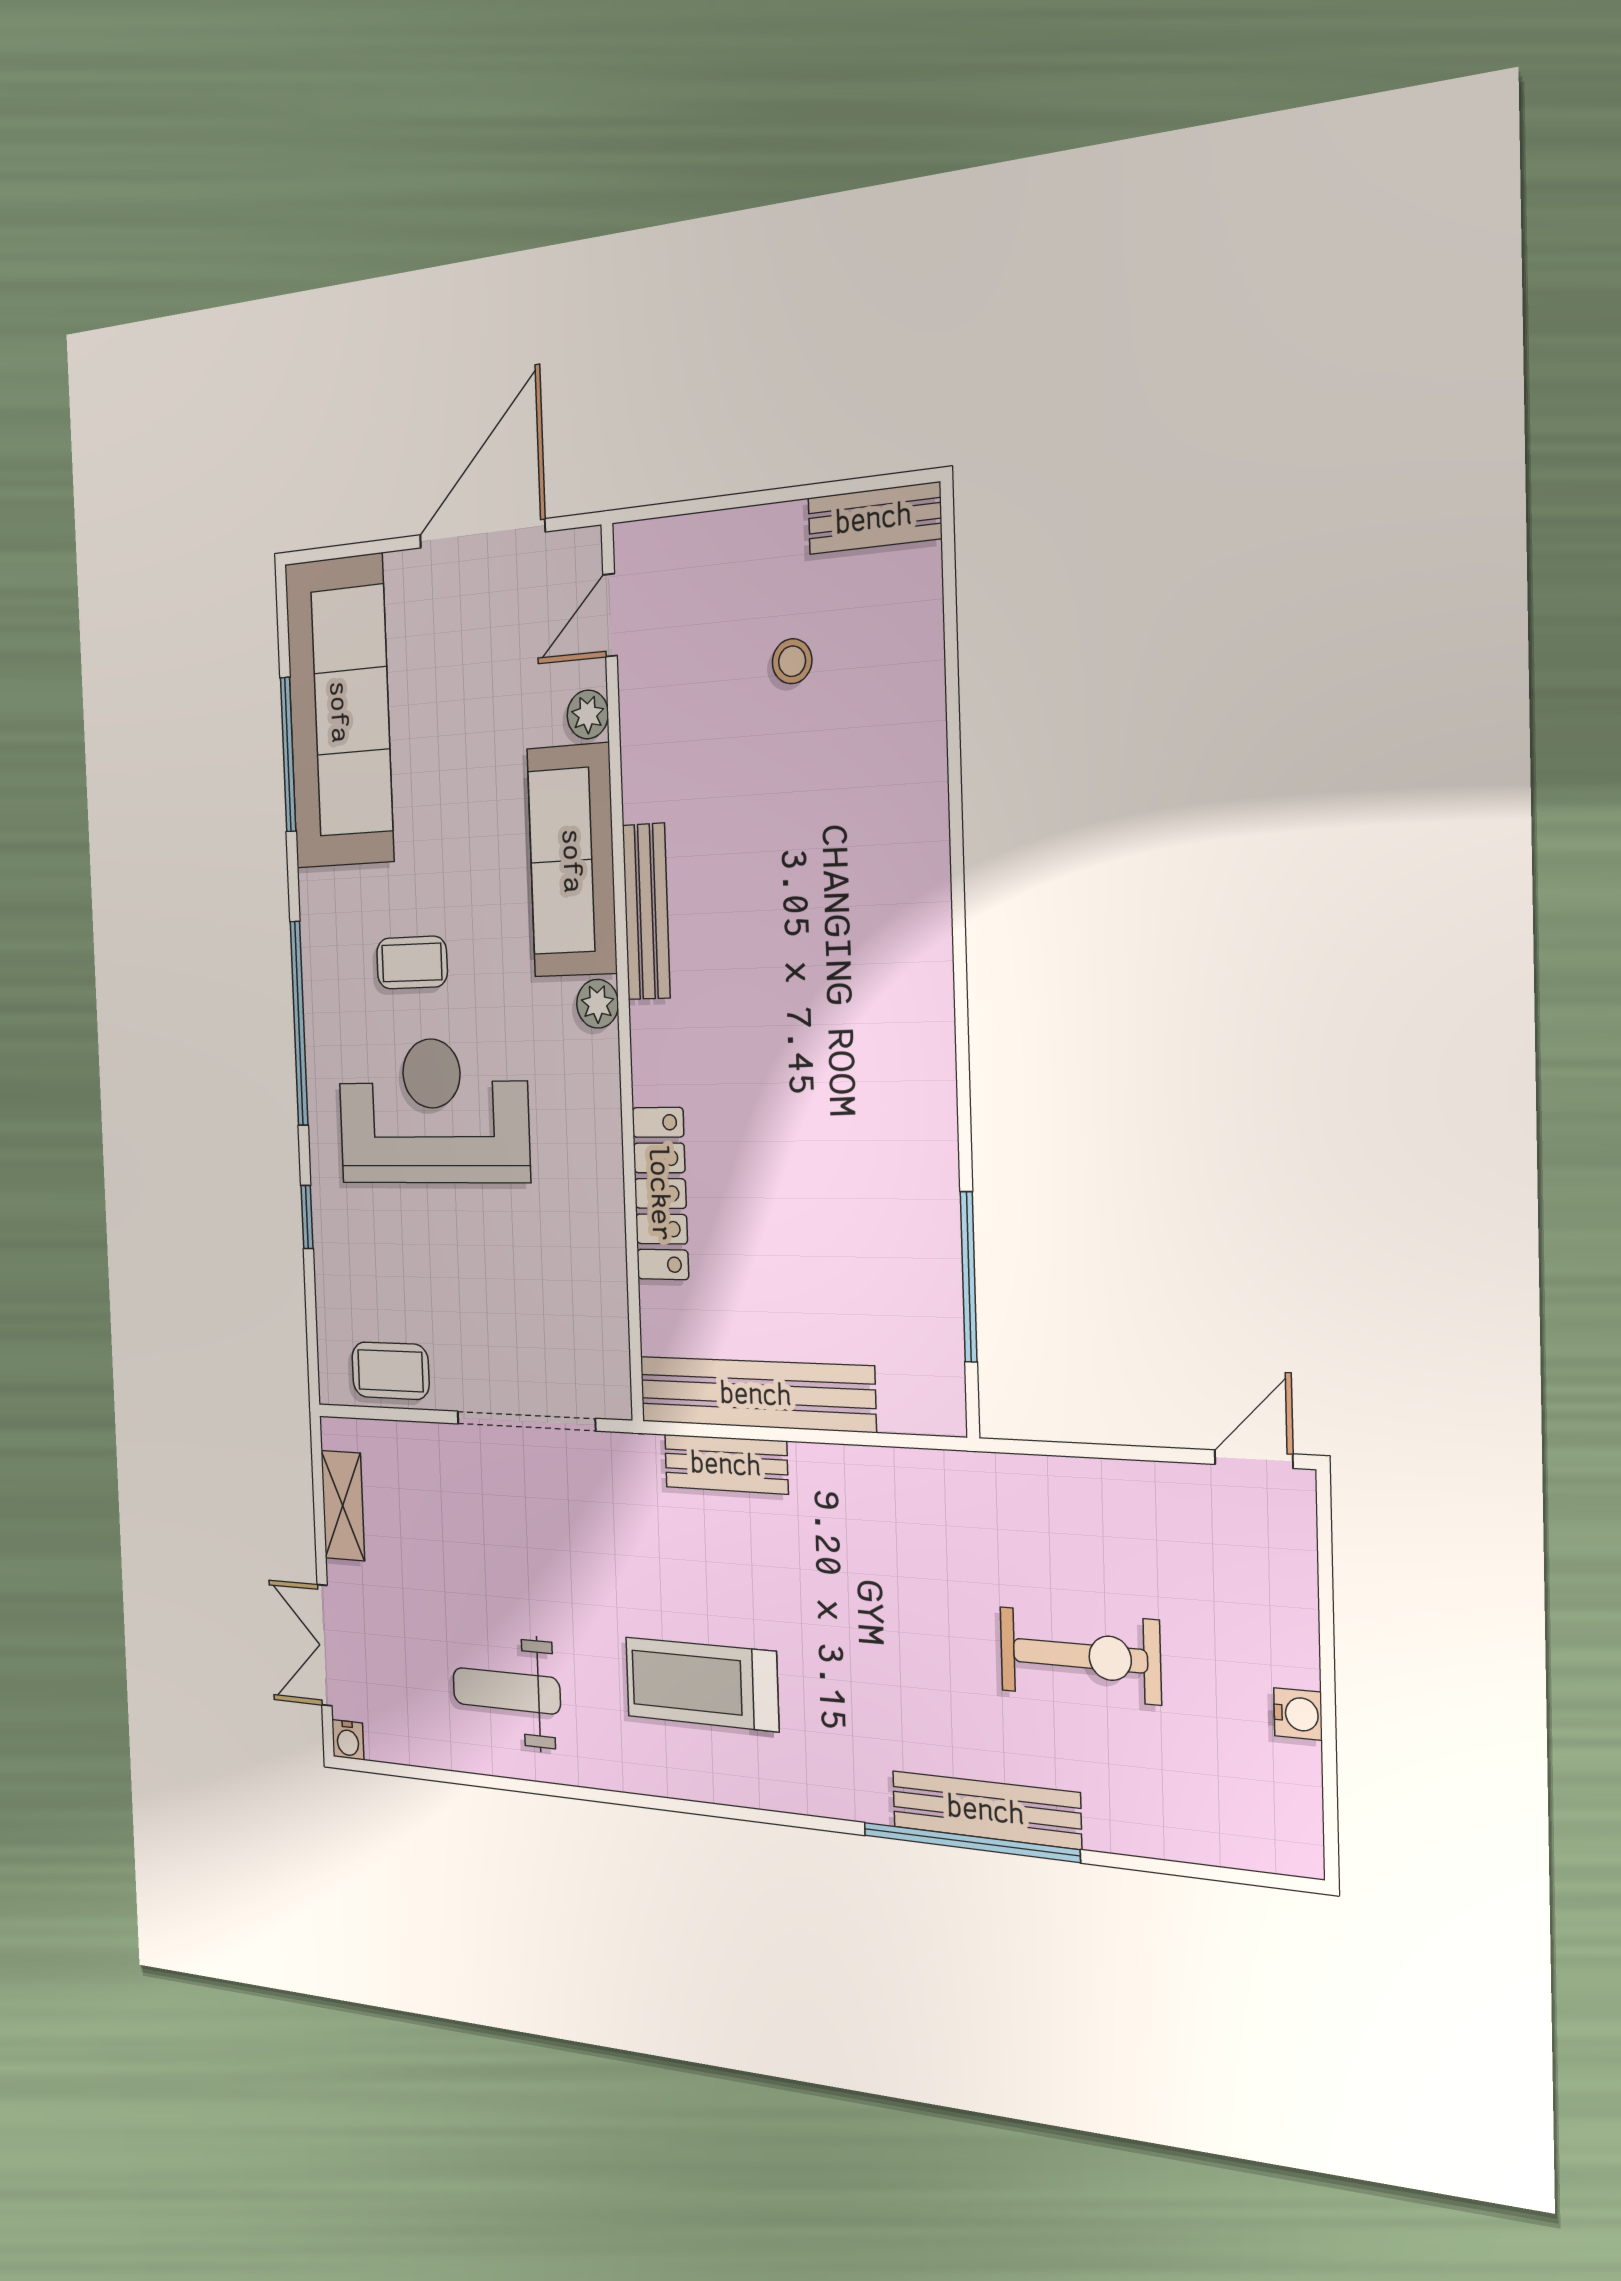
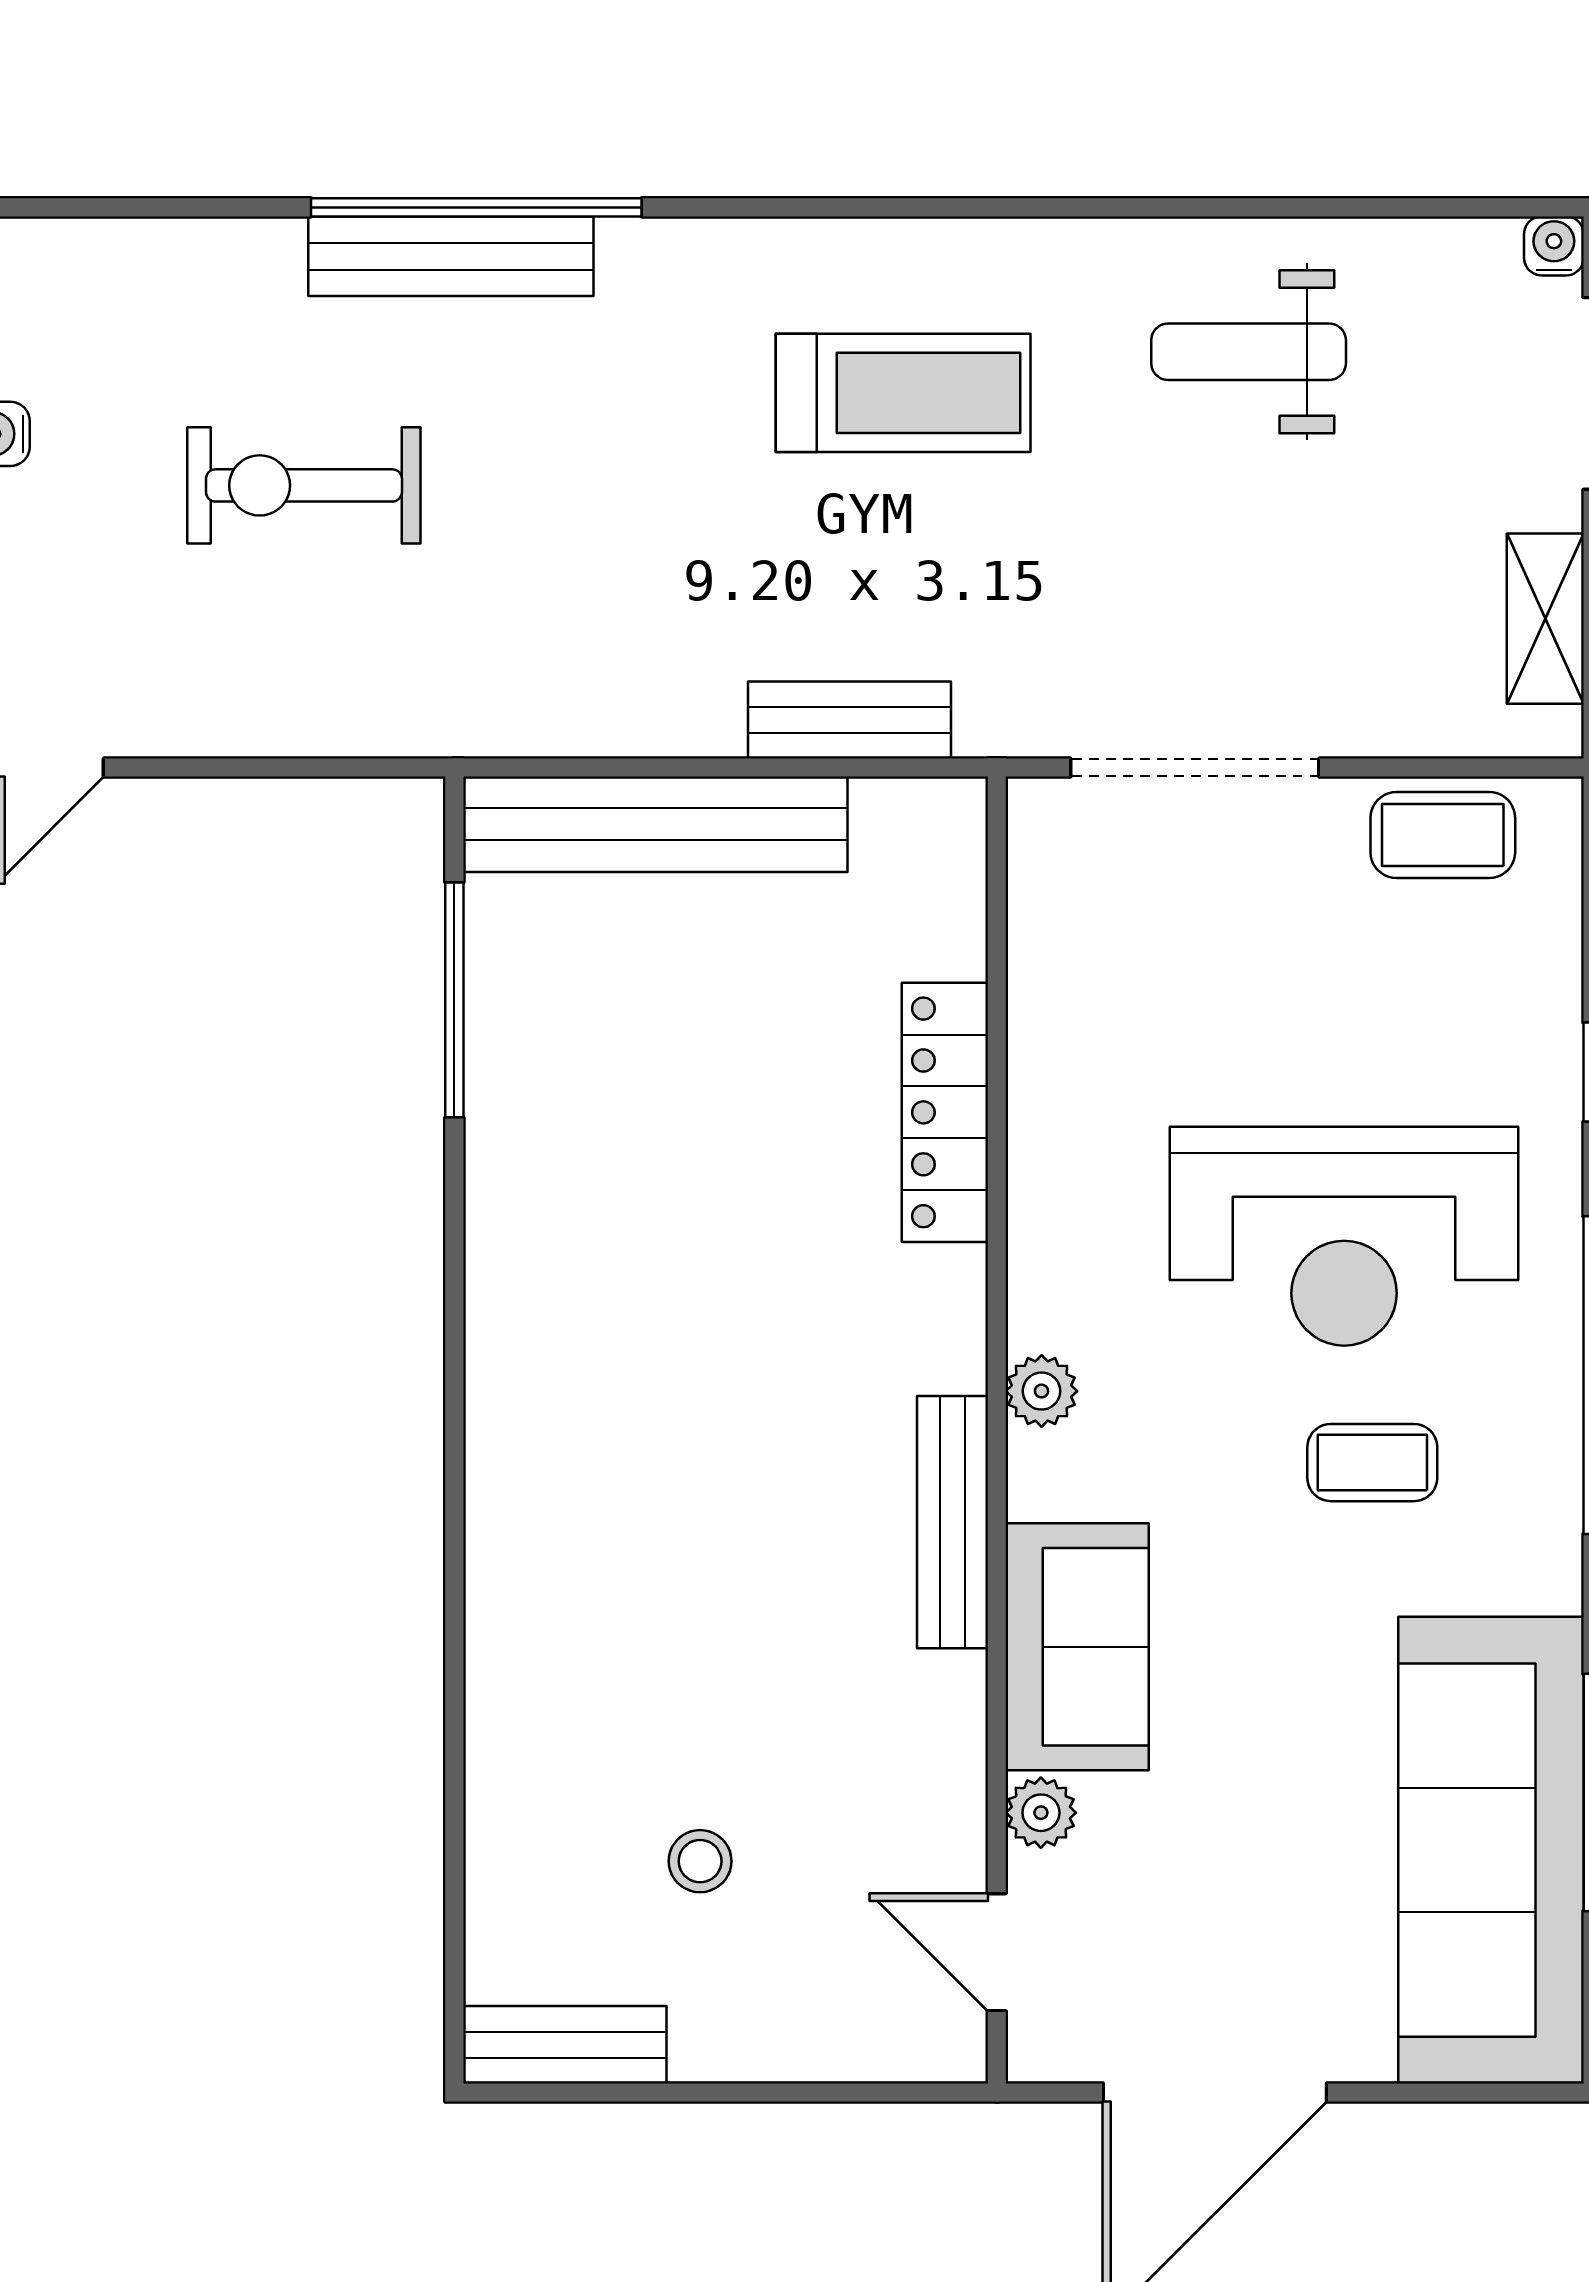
door: (610, 615) -> (997, 1952), swing flipped
sofa: (572, 861) -> (1077, 1647), width x0.73
bench: (756, 1394) -> (655, 824), moved
weight bench: (506, 1691) -> (1249, 352), turned 180

